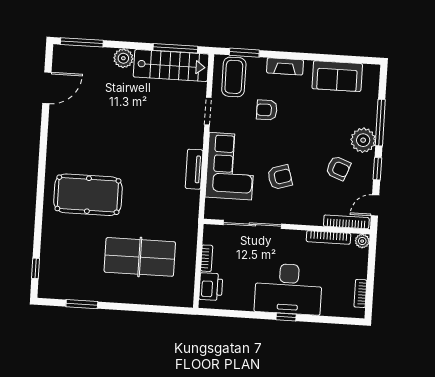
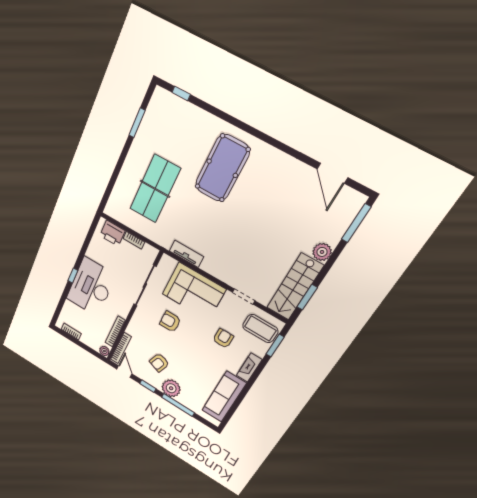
window: (175, 48) -> (307, 297), width x0.69
sofa: (337, 76) -> (224, 397), width x1.36
tv unit: (194, 169) -> (186, 254), moved
armchair: (280, 177) -> (170, 322), turned 107

